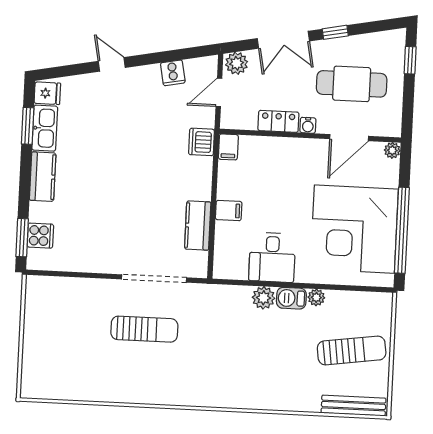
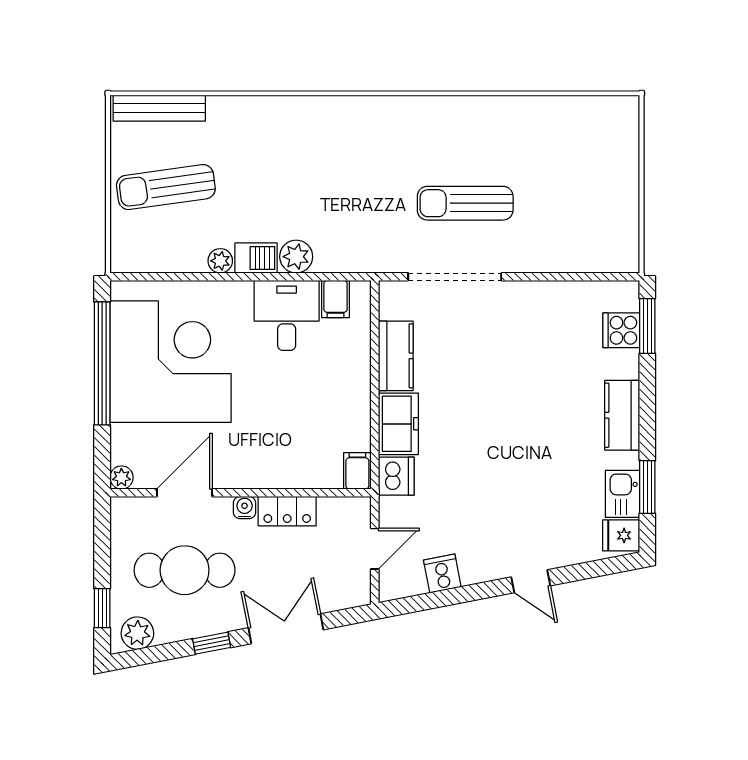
plant: (237, 63) -> (137, 633), moved
kitchen sink: (45, 128) -> (622, 494), width x0.73
freezer: (198, 178) -> (398, 424), added
filing cabinet: (229, 211) -> (335, 299), moved, turned -90

